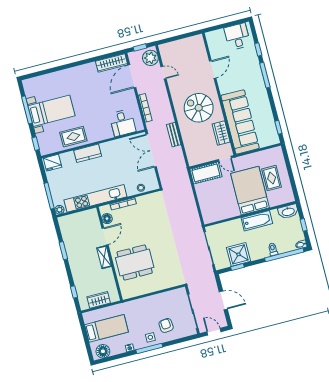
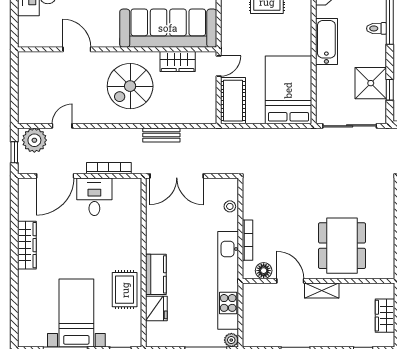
wardrobe: (112, 63) -> (27, 245), moved
door: (132, 76) -> (55, 176), hinge flipped
desk: (123, 123) -> (94, 197), moved, turned -90
fridge: (53, 163) -> (156, 308), moved
bed: (250, 191) -> (288, 90), moved, turned 90

